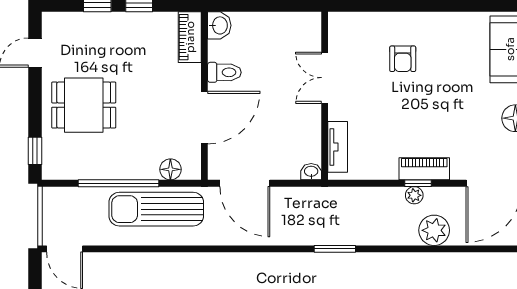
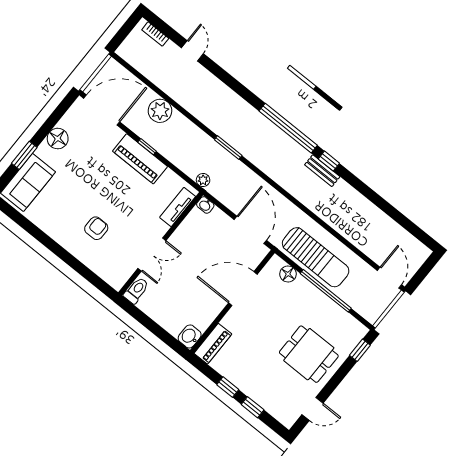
toilet: (224, 72) -> (136, 290), moved, turned 90
piano: (424, 169) -> (140, 159), width x1.37, depth x1.33
plant: (414, 195) -> (203, 180), moved

